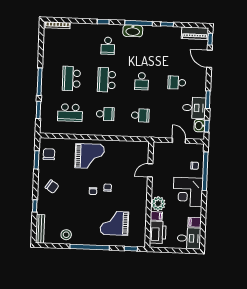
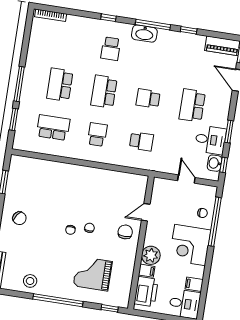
school desk: (142, 81) -> (148, 98), turned 90
school desk: (177, 83) -> (192, 105), width x1.85
school desk: (70, 113) -> (53, 128), turned 180
school desk: (105, 114) -> (97, 134), turned -90
chair: (49, 154) -> (125, 232), moved
grand piano: (90, 156) -> (71, 185), removed

